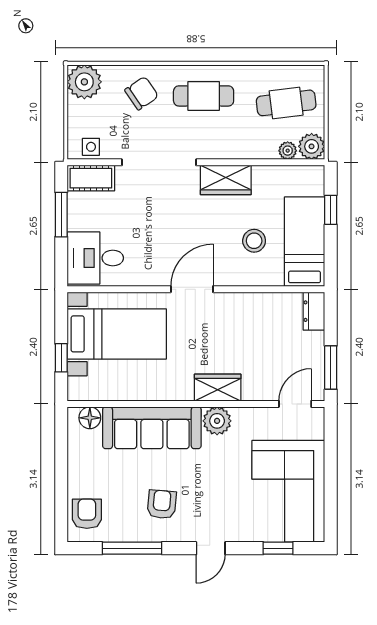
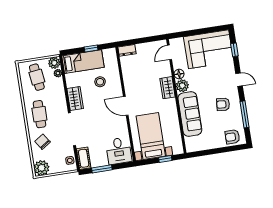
window: (331, 210) -> (91, 48), moved
bed: (305, 242) -> (83, 62), moved, turned 180
window: (331, 368) -> (151, 39), removed
door: (295, 404) -> (169, 52), hinge flipped
floor lamp: (90, 418) -> (179, 74), moved

